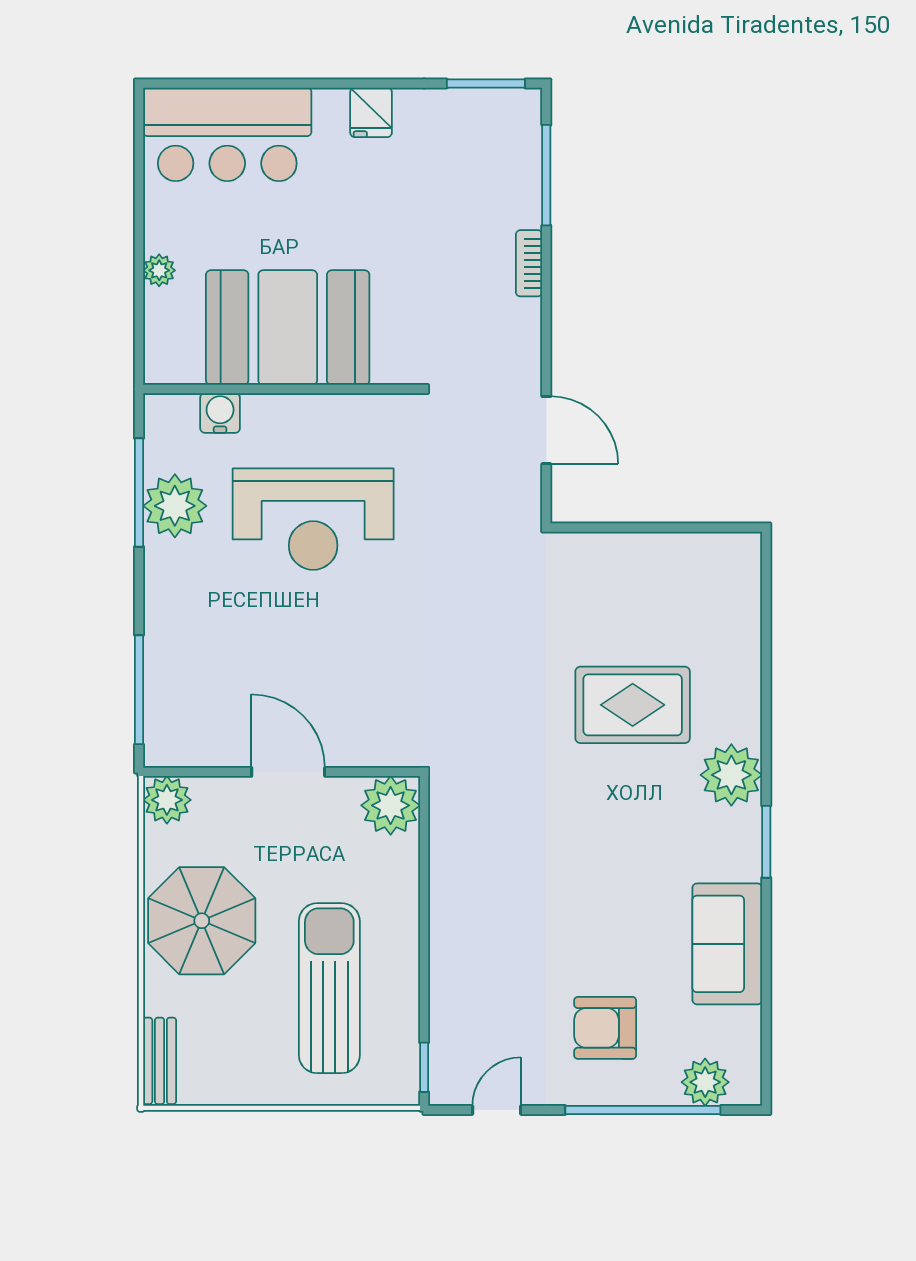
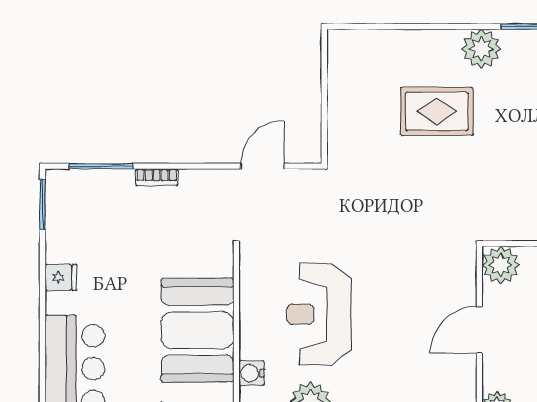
reception desk: (313, 519) -> (319, 314), turned 180
rug: (633, 705) -> (437, 111), turned 90

